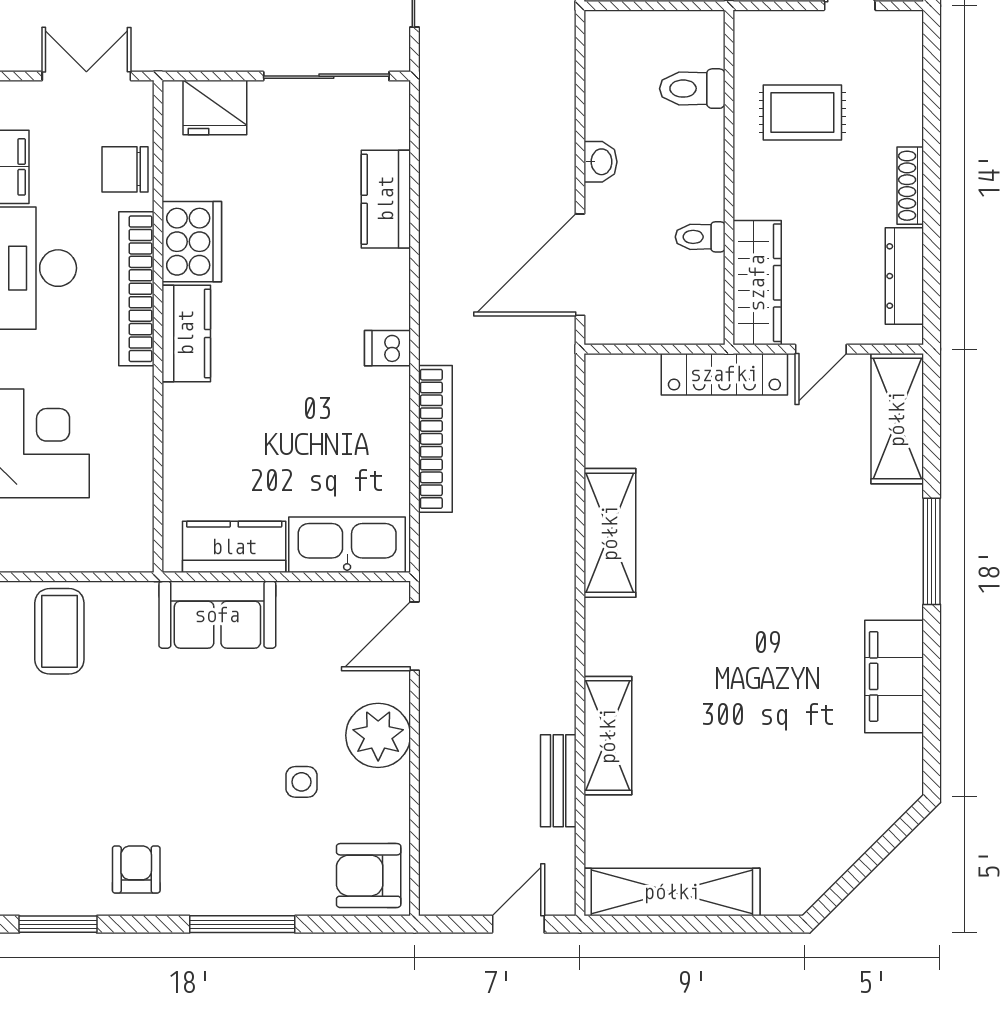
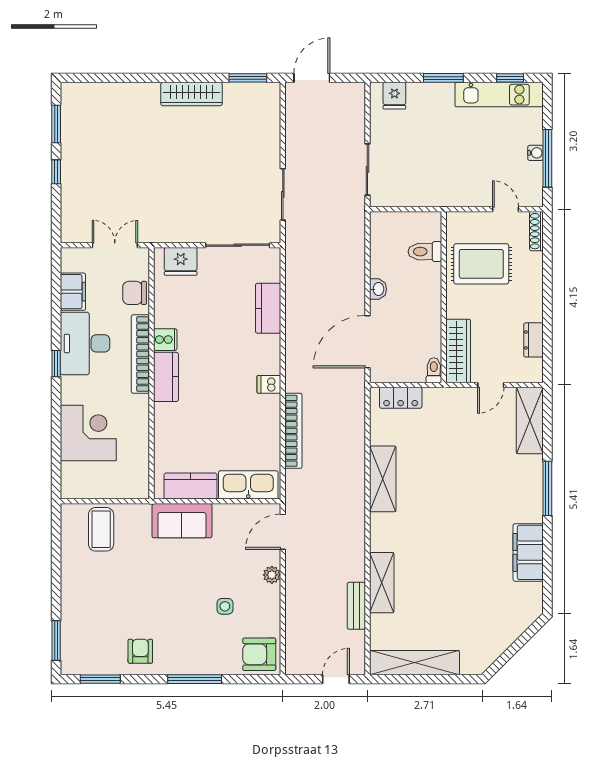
rug: (802, 113) -> (481, 264), width x1.36, depth x1.43
shoe rack: (910, 186) -> (536, 231), moved
toilet: (700, 237) -> (434, 370), moved, turned 90
cooker: (192, 242) -> (165, 340), width x0.53, depth x0.76
dresser: (904, 276) -> (533, 340), width x0.70
locker: (724, 374) -> (401, 398), moved, width x0.66
plant: (378, 735) -> (272, 575), width x0.53, depth x0.53

